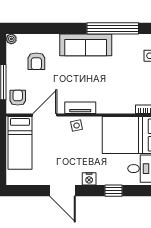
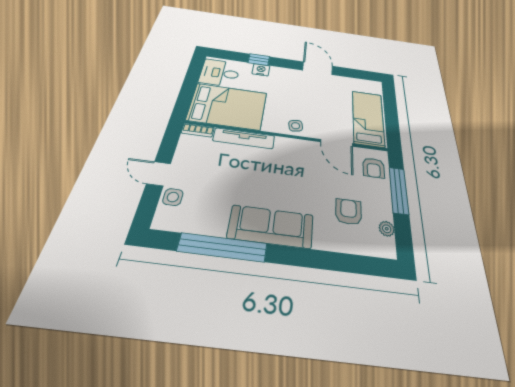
plant: (11, 39) -> (387, 229), moved
tv unit: (80, 108) -> (244, 138), moved, width x1.41
door: (45, 115) -> (337, 143), hinge flipped
nightstand: (89, 179) -> (261, 70), moved

